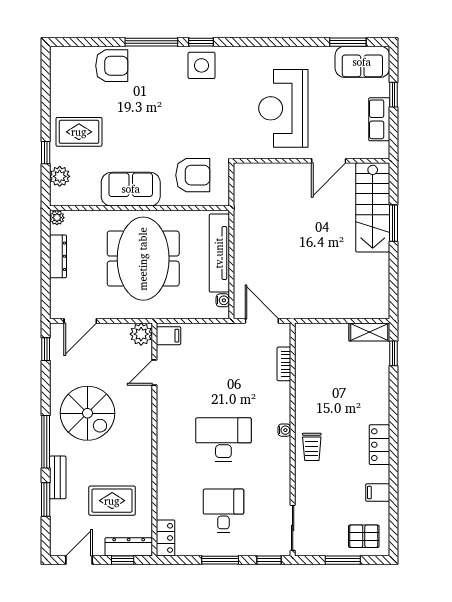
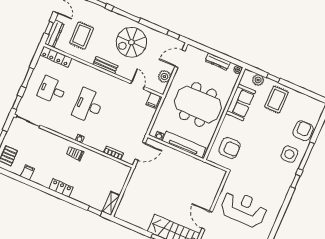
side table: (202, 65) -> (289, 154), moved
armchair: (112, 66) -> (303, 131), turned 180
armchair: (193, 175) -> (230, 148), turned -90
sofa: (131, 189) -> (241, 102), moved
door: (80, 321) -> (180, 59), hinge flipped
plant: (141, 334) -> (164, 77), moved
desk: (223, 439) -> (88, 106), turned 180
locker: (379, 445) -> (61, 188), moved
trolley: (312, 447) -> (75, 153), moved
bench: (58, 477) -> (105, 65), moved
desk: (223, 511) -> (52, 90), turned 180
locker: (165, 538) -> (56, 57), width x1.53

